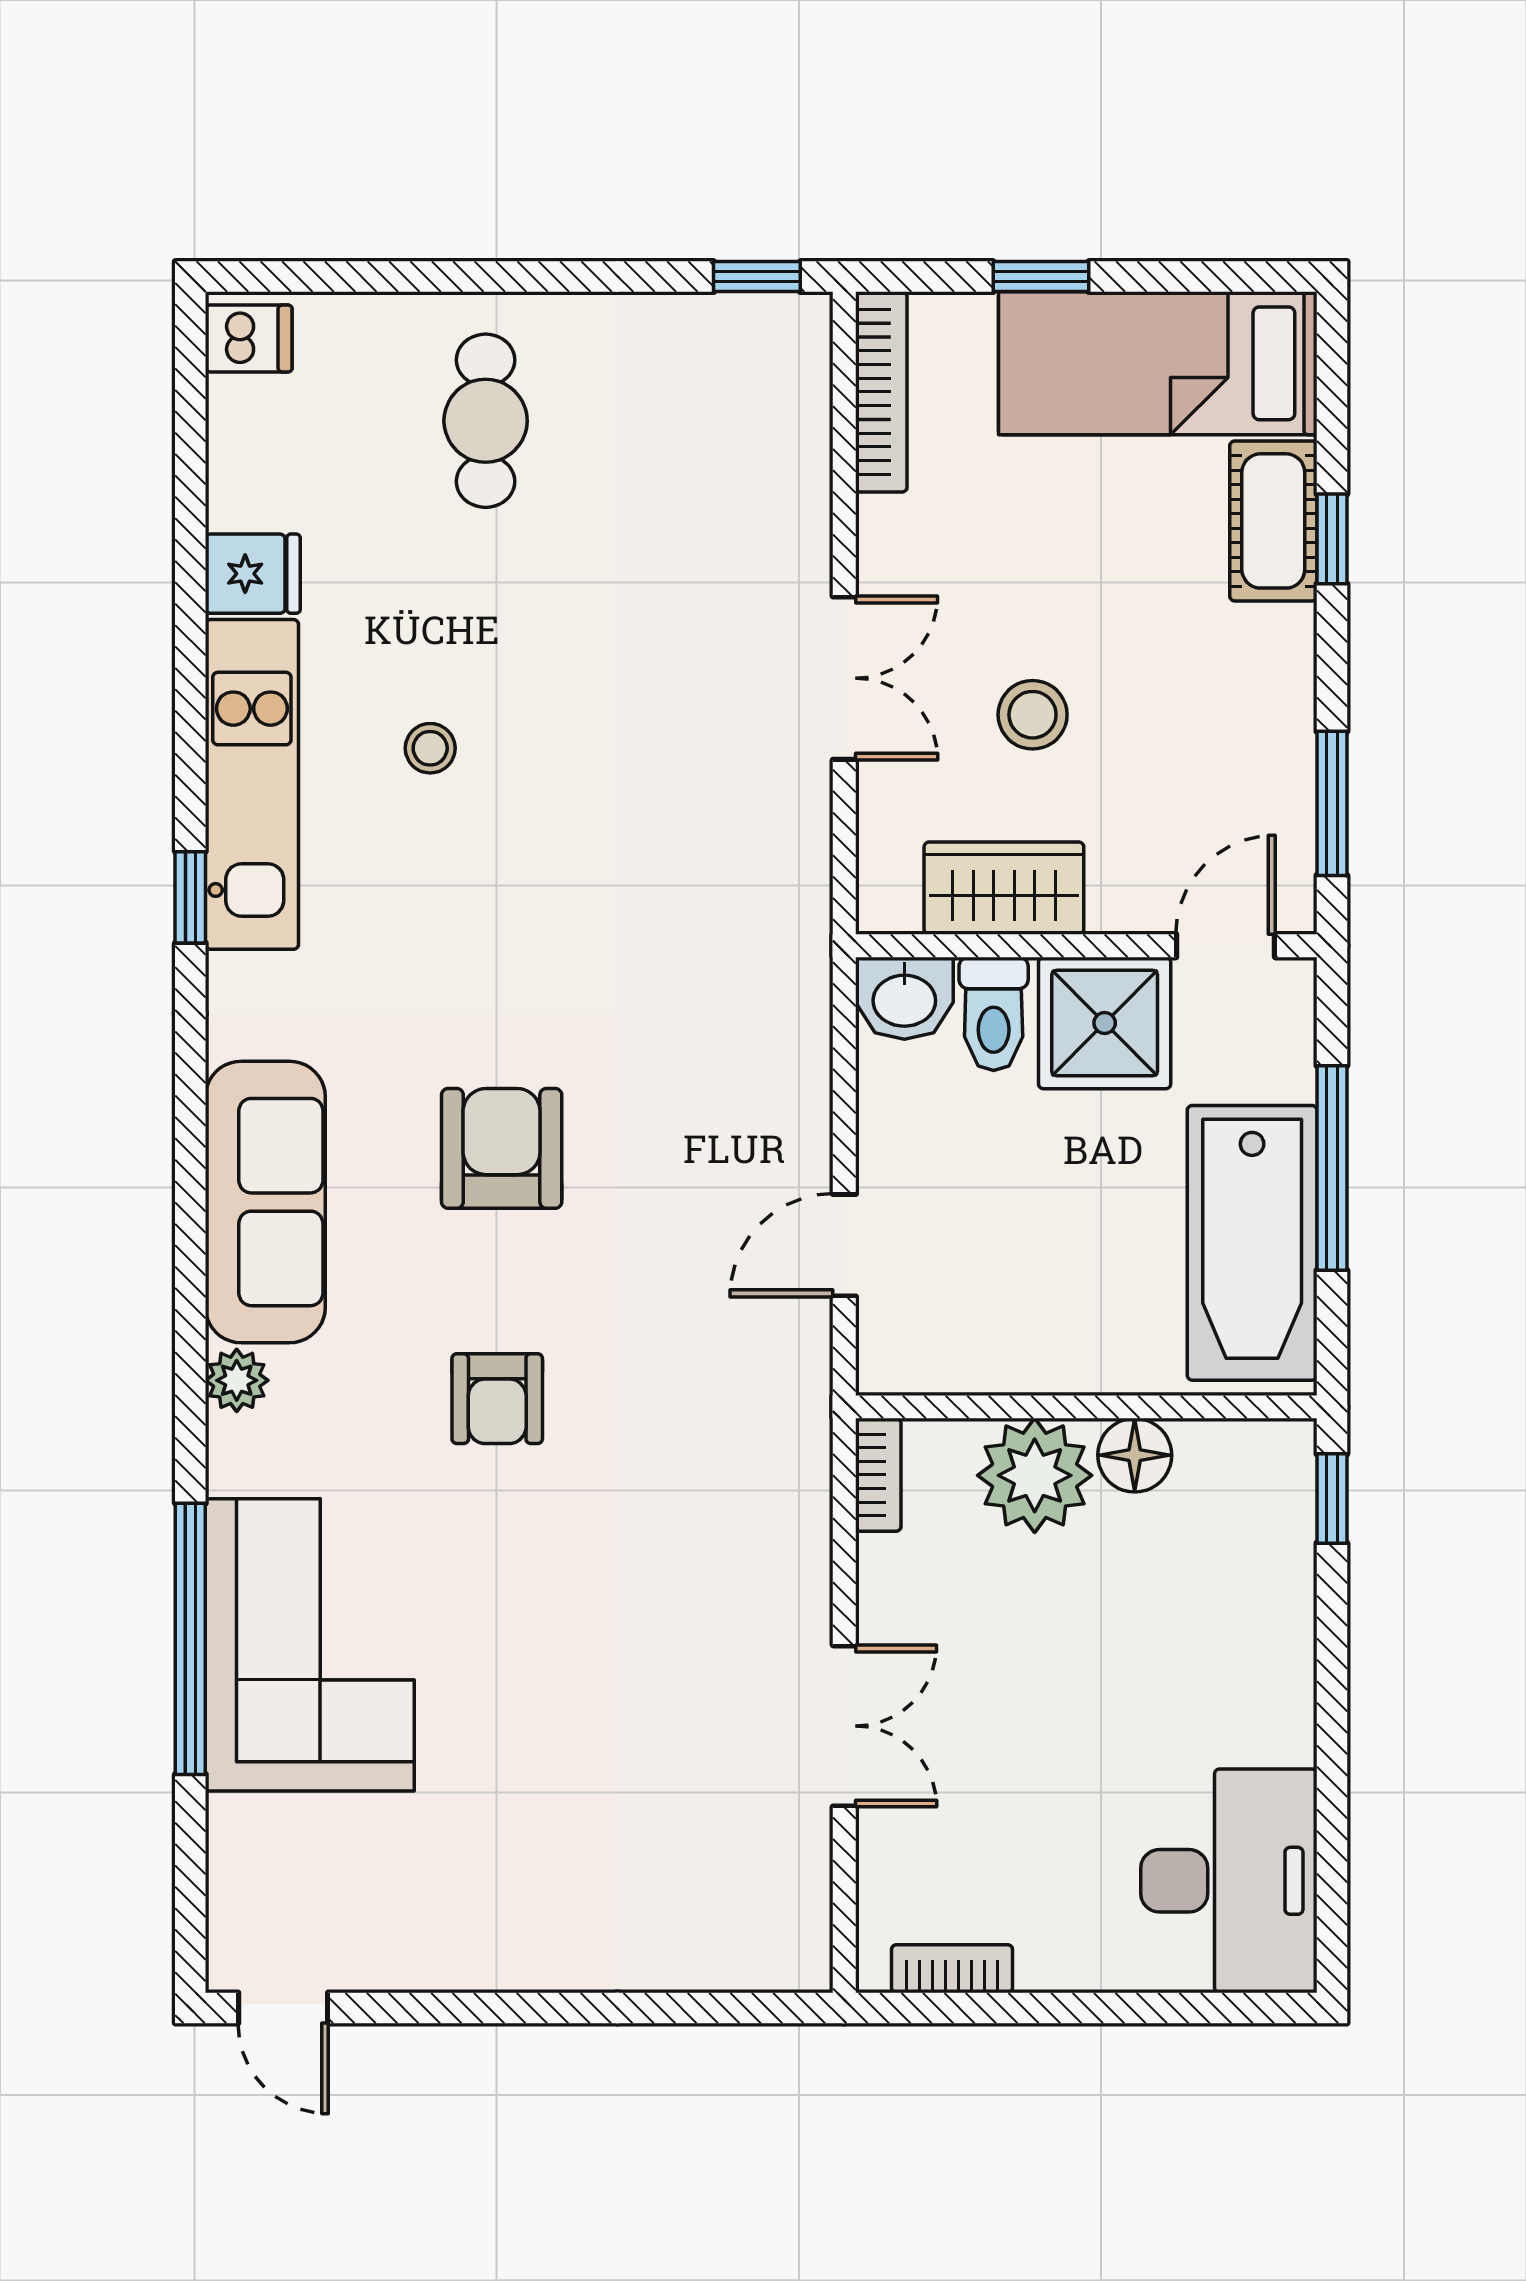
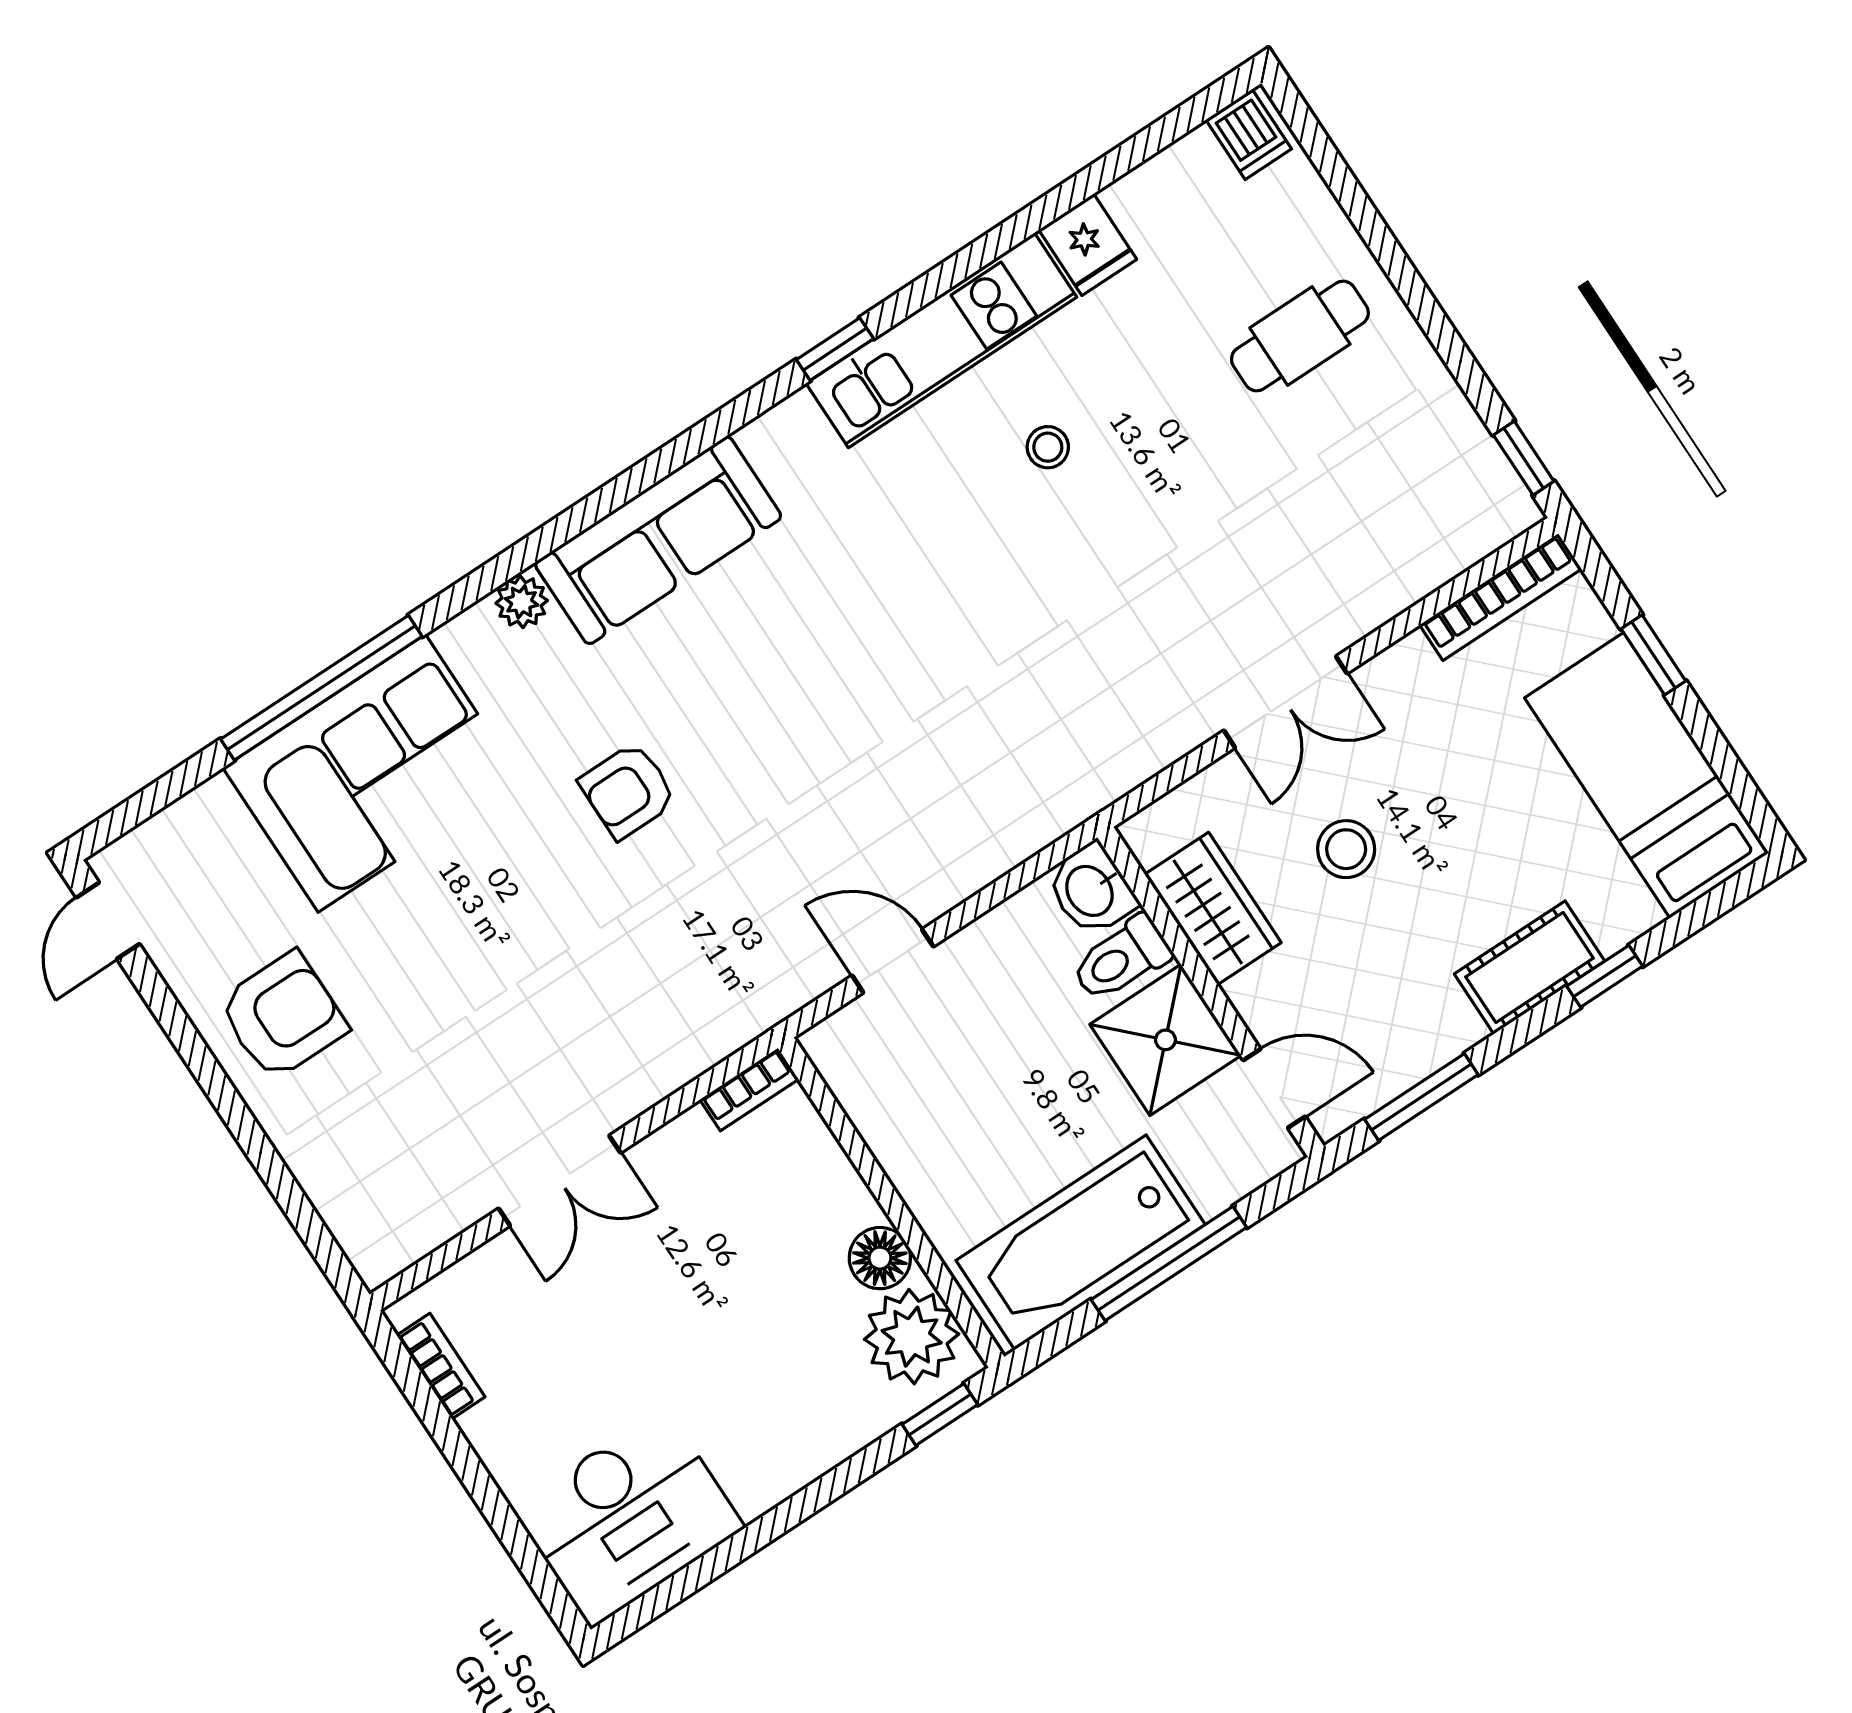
cot: (1273, 521) -> (1529, 967), moved
armchair: (502, 1148) -> (283, 1016), moved
plant: (1035, 1475) -> (912, 1337), moved

